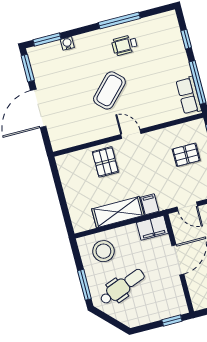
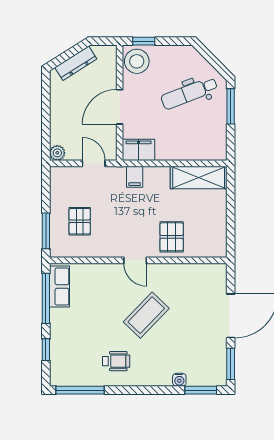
window: (119, 20) -> (80, 390), moved
pallet: (186, 155) -> (80, 221), turned 90
shelving: (118, 212) -> (199, 177), moved
stool: (103, 251) -> (137, 61), moved

